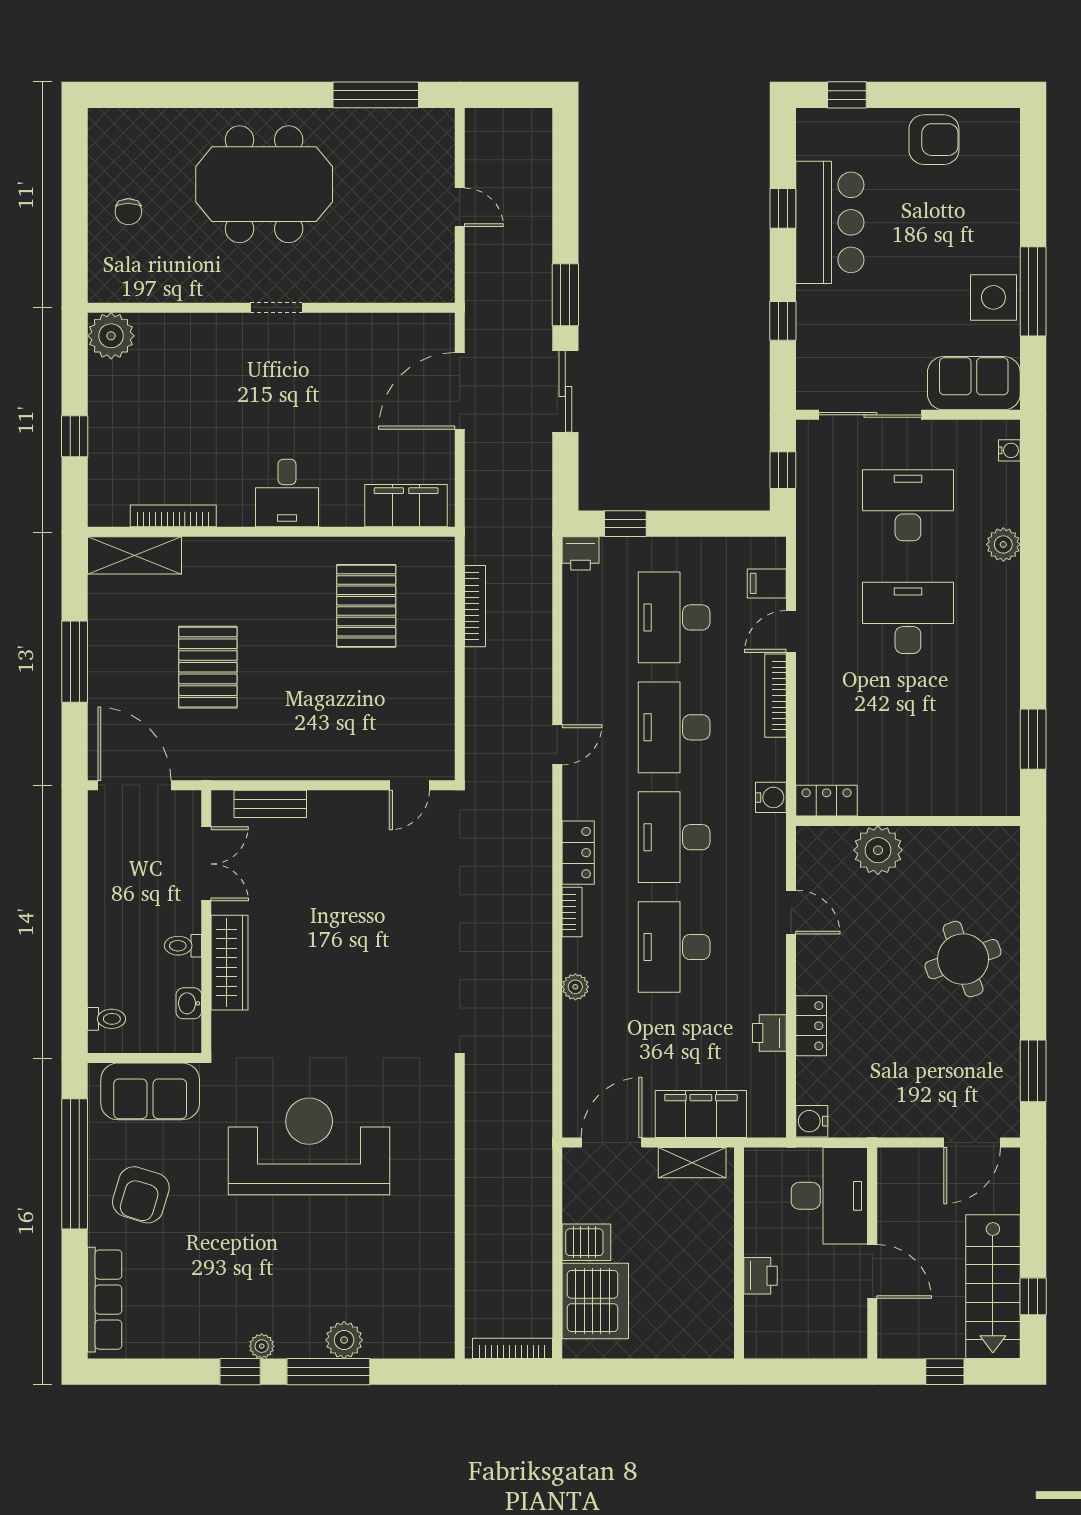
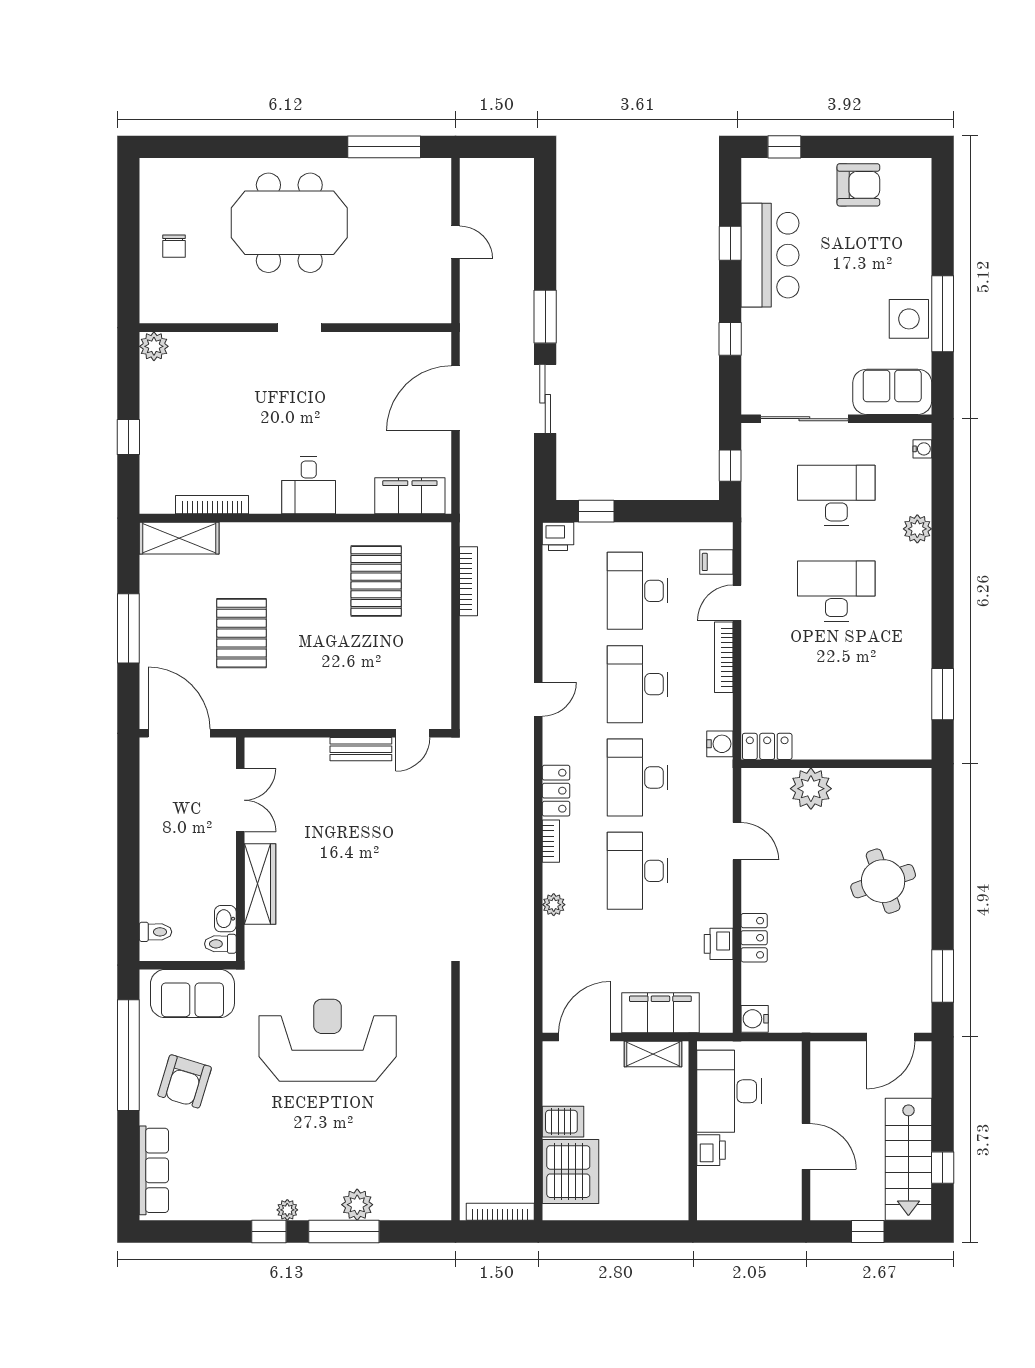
plant: (111, 336) -> (154, 346), width x0.73, depth x0.73
bench: (270, 804) -> (361, 749), moved
toilet: (183, 946) -> (220, 944), moved
desk: (829, 1196) -> (729, 1091), moved, turned 180

